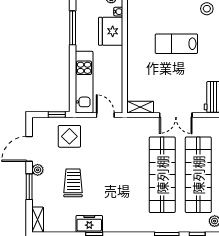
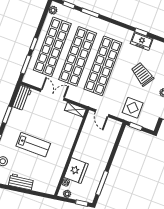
kitchen unit: (84, 82) -> (108, 142), removed
shop shelf: (126, 175) -> (103, 66), added
trolley: (73, 183) -> (142, 74), turned 123

